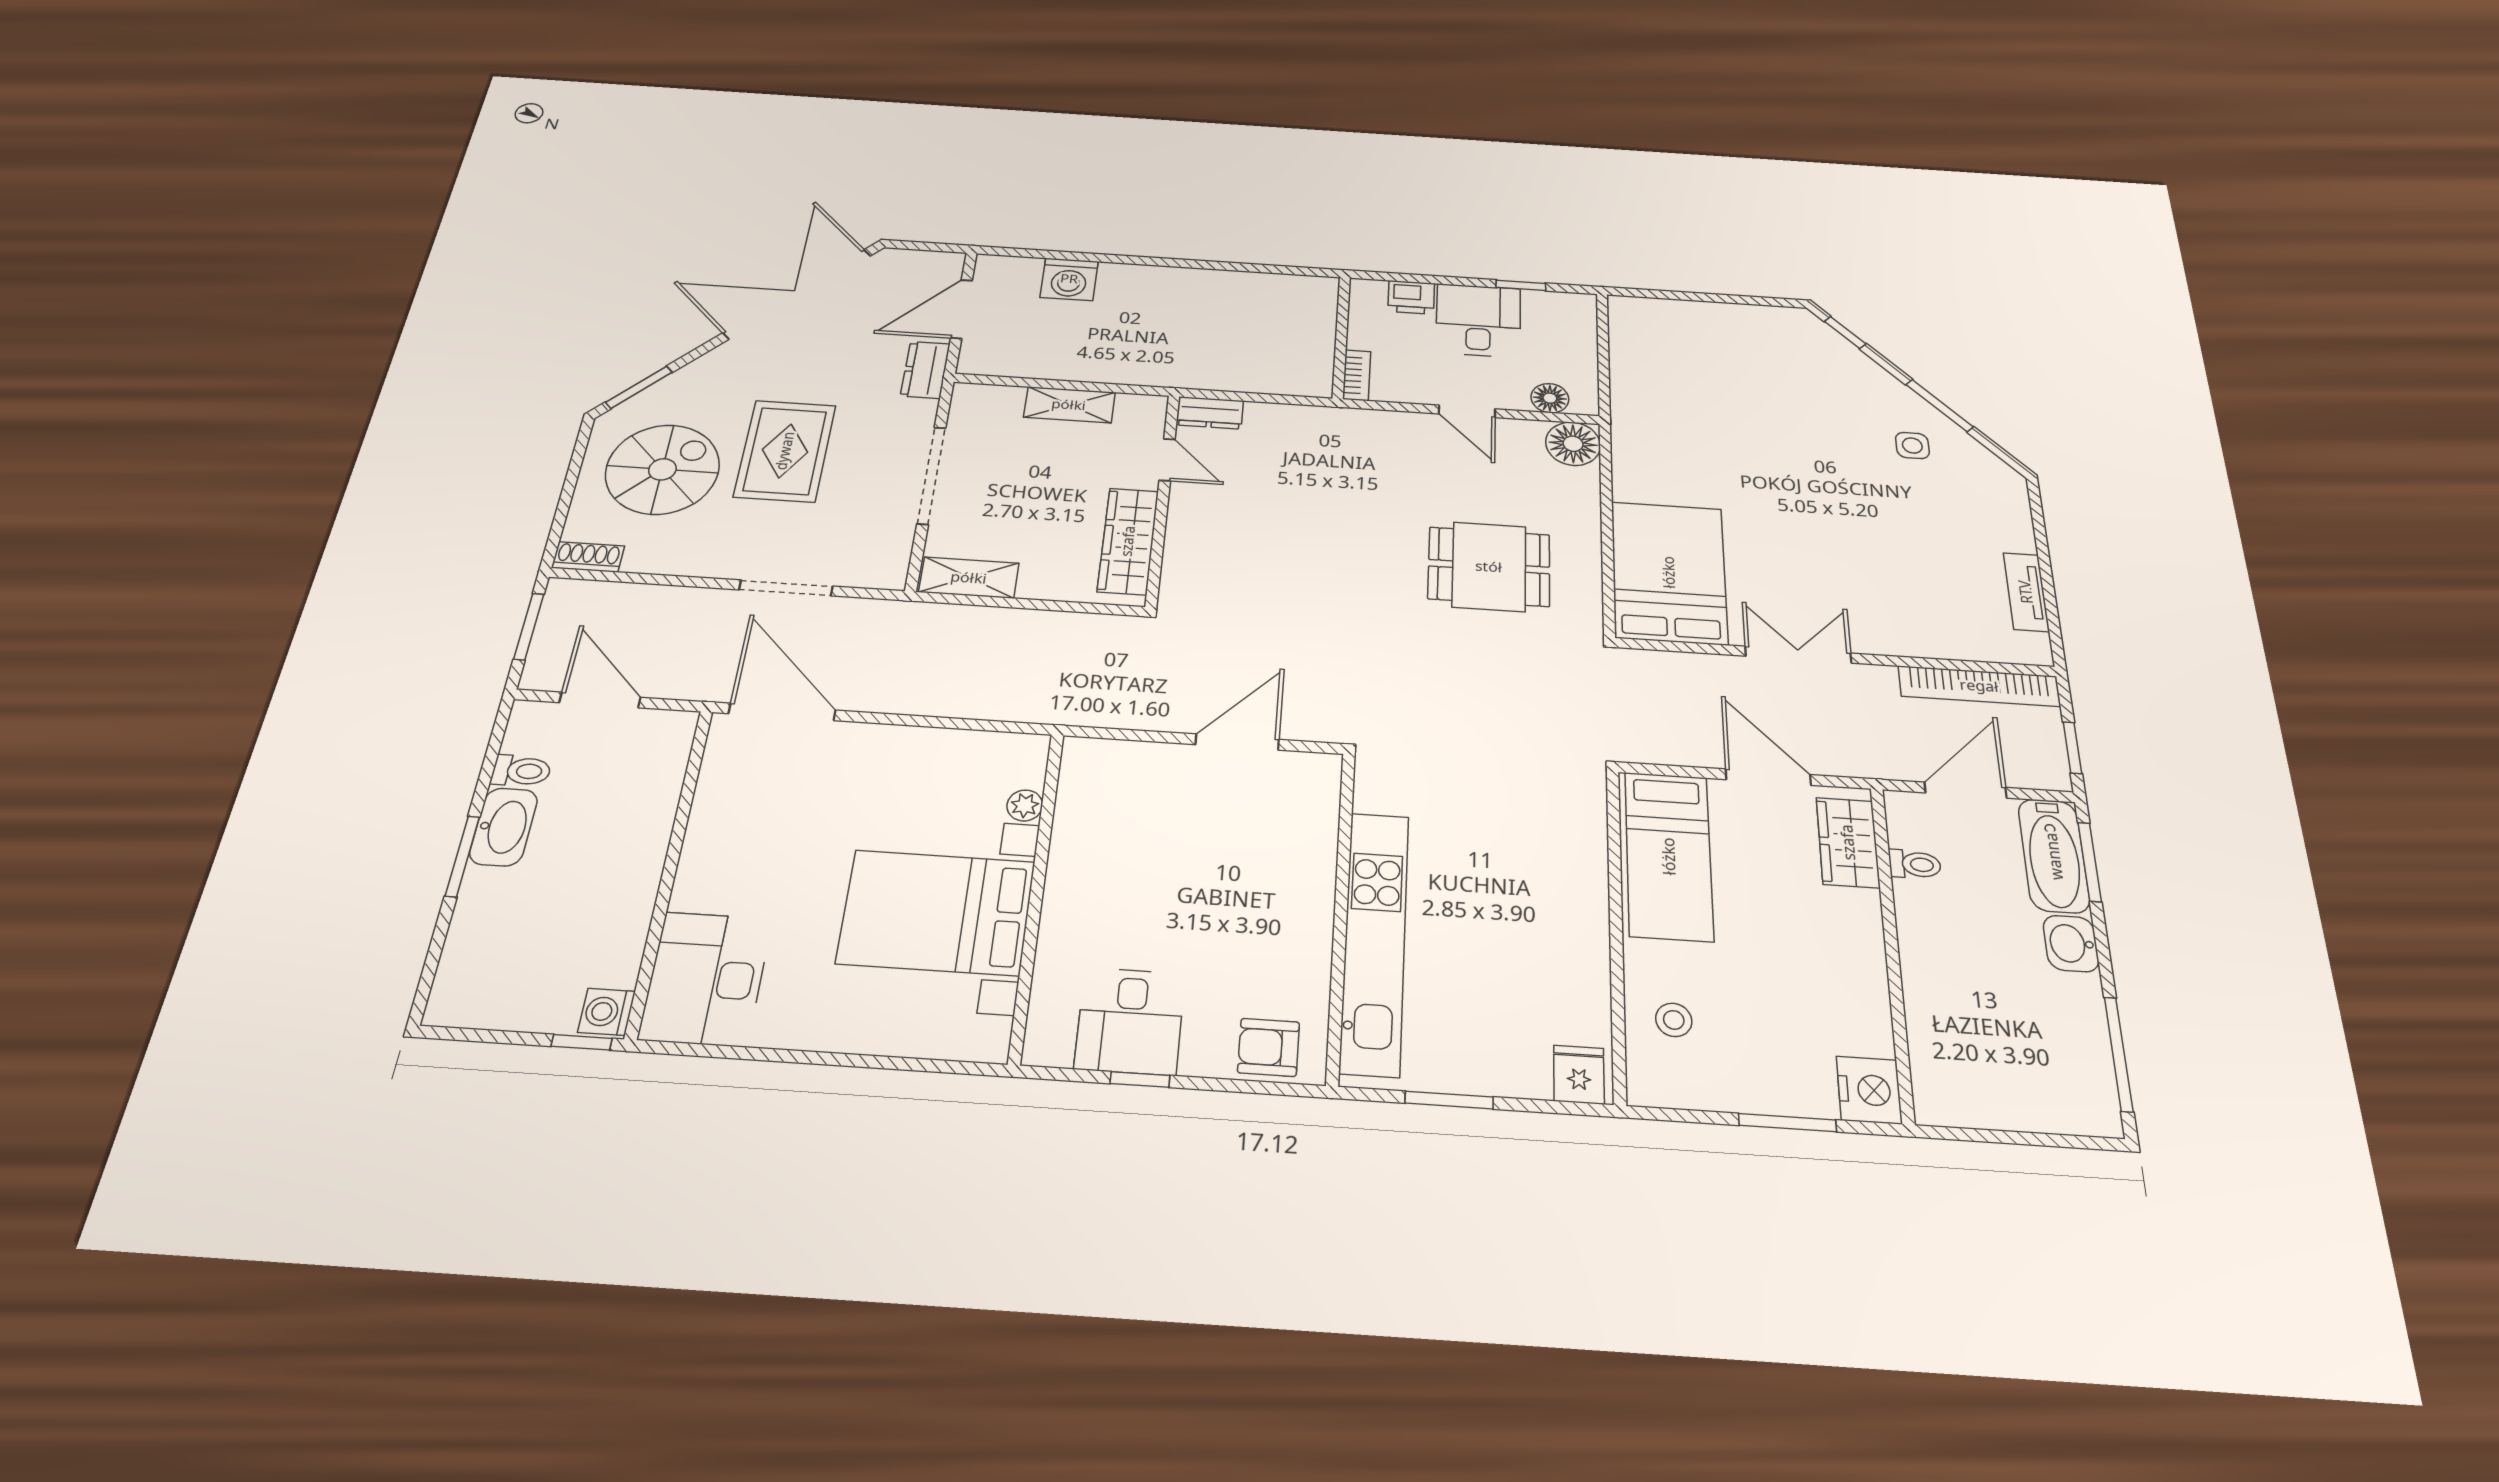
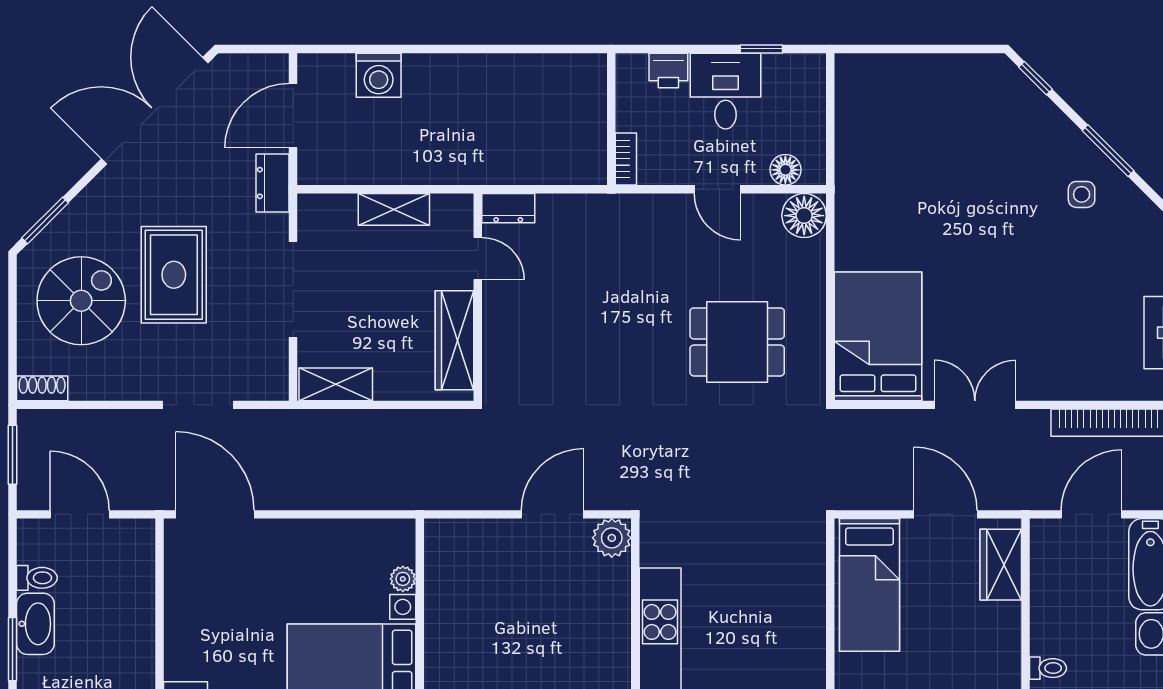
plant: (1316, 775) -> (612, 538), added
toilet: (1915, 864) -> (1048, 668), moved

